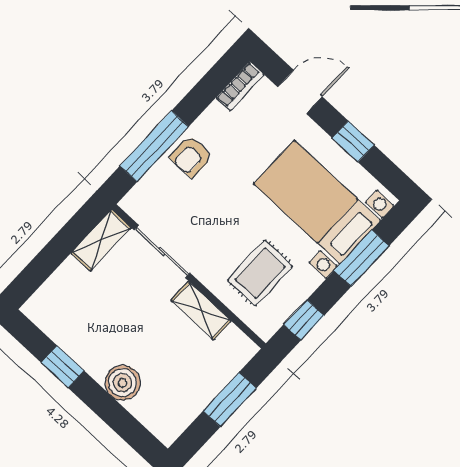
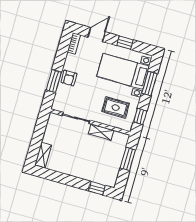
window: (154, 146) -> (54, 81), width x0.69
shelving: (101, 240) -> (43, 155), moved
rug: (260, 273) -> (116, 108), turned 90
window: (63, 367) -> (97, 188), moved
boiler: (123, 383) -> (86, 173), removed

